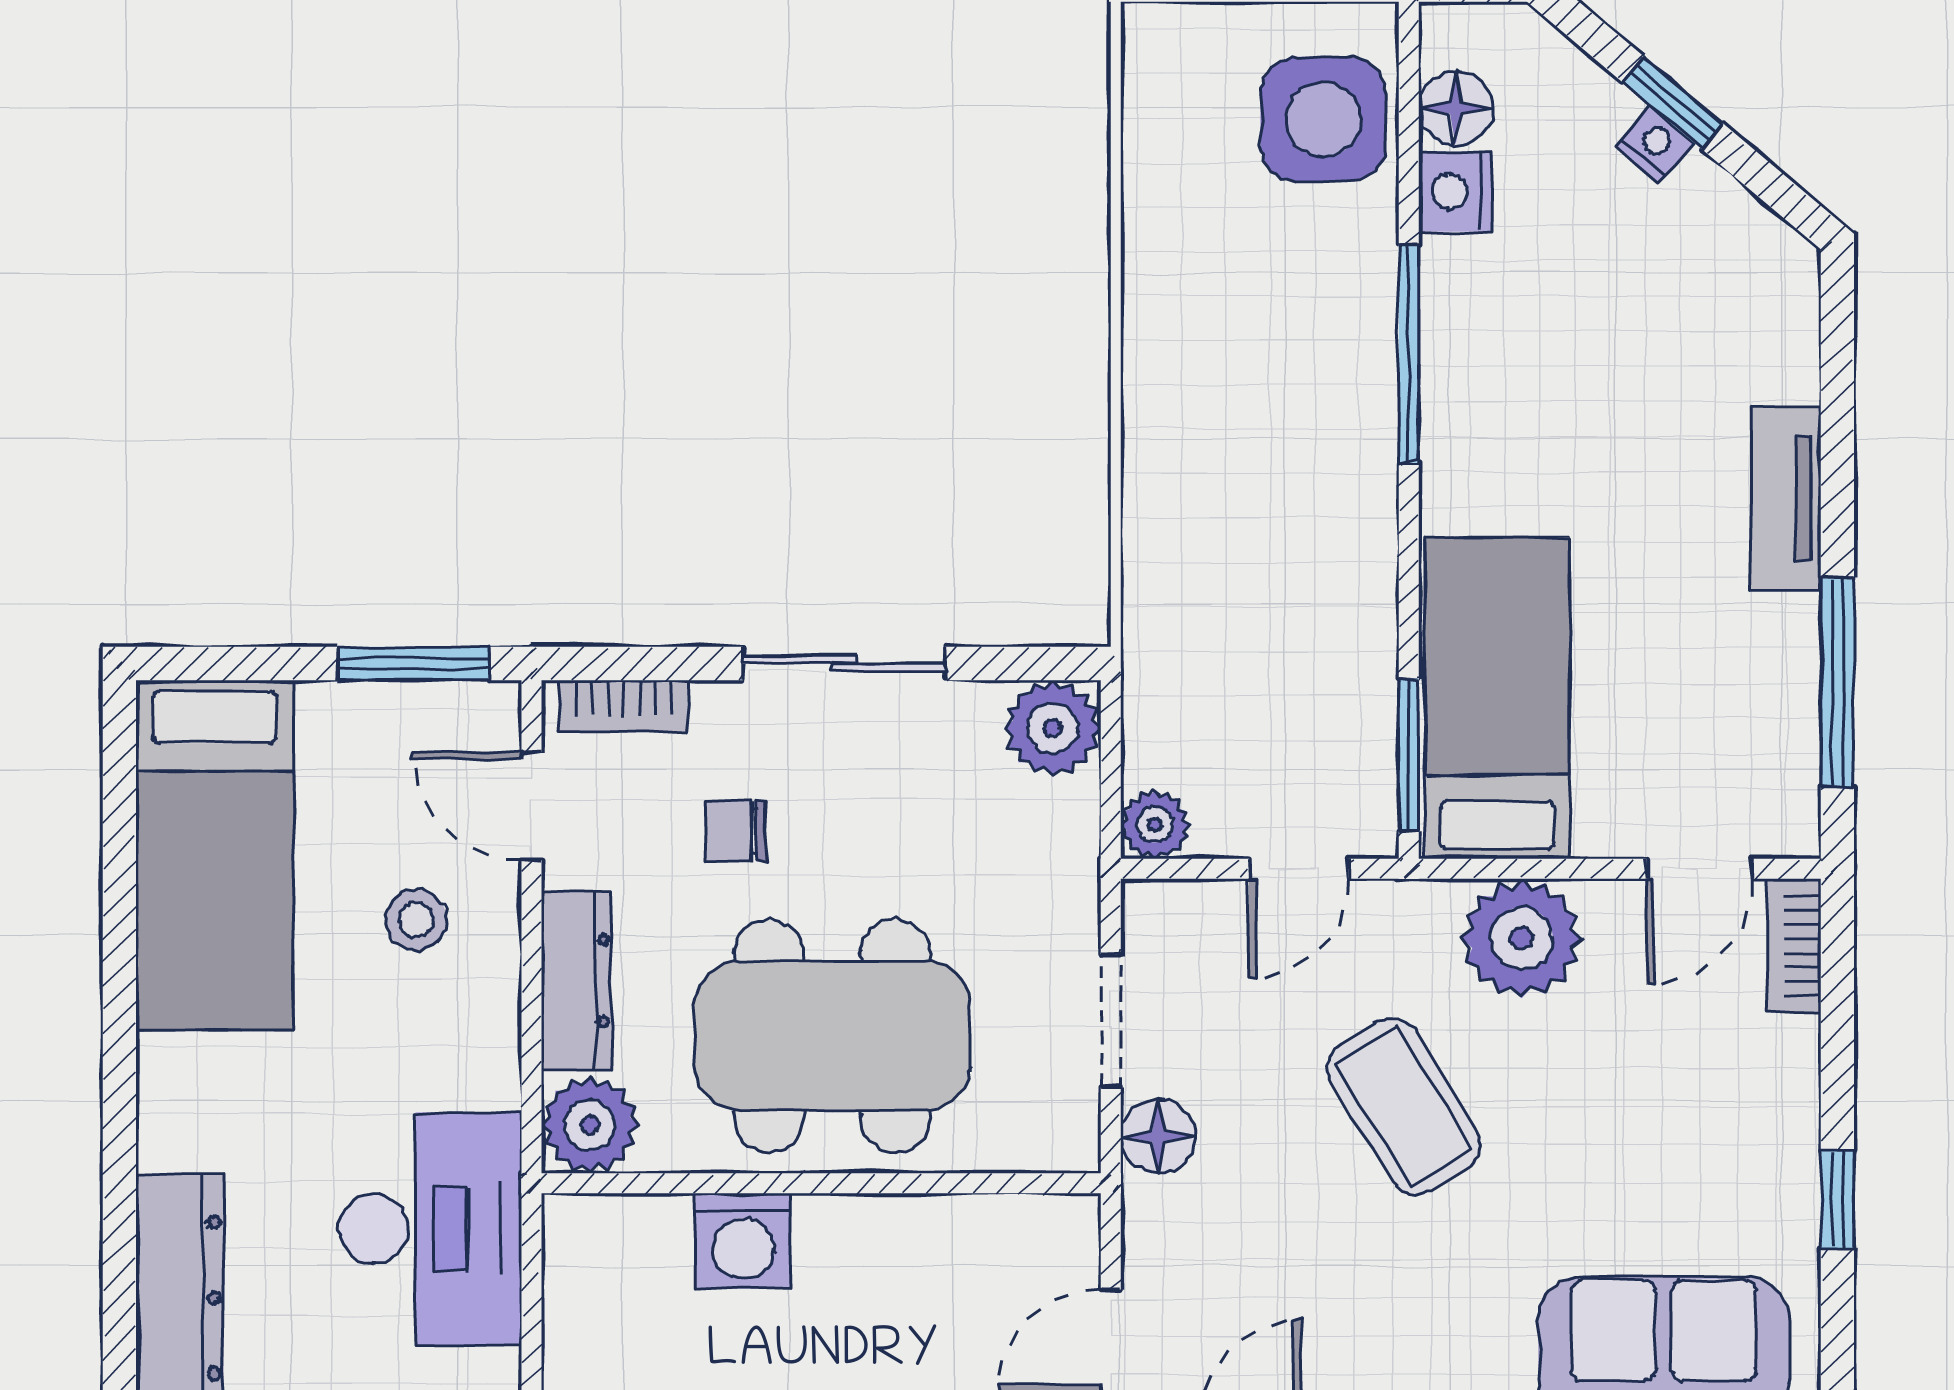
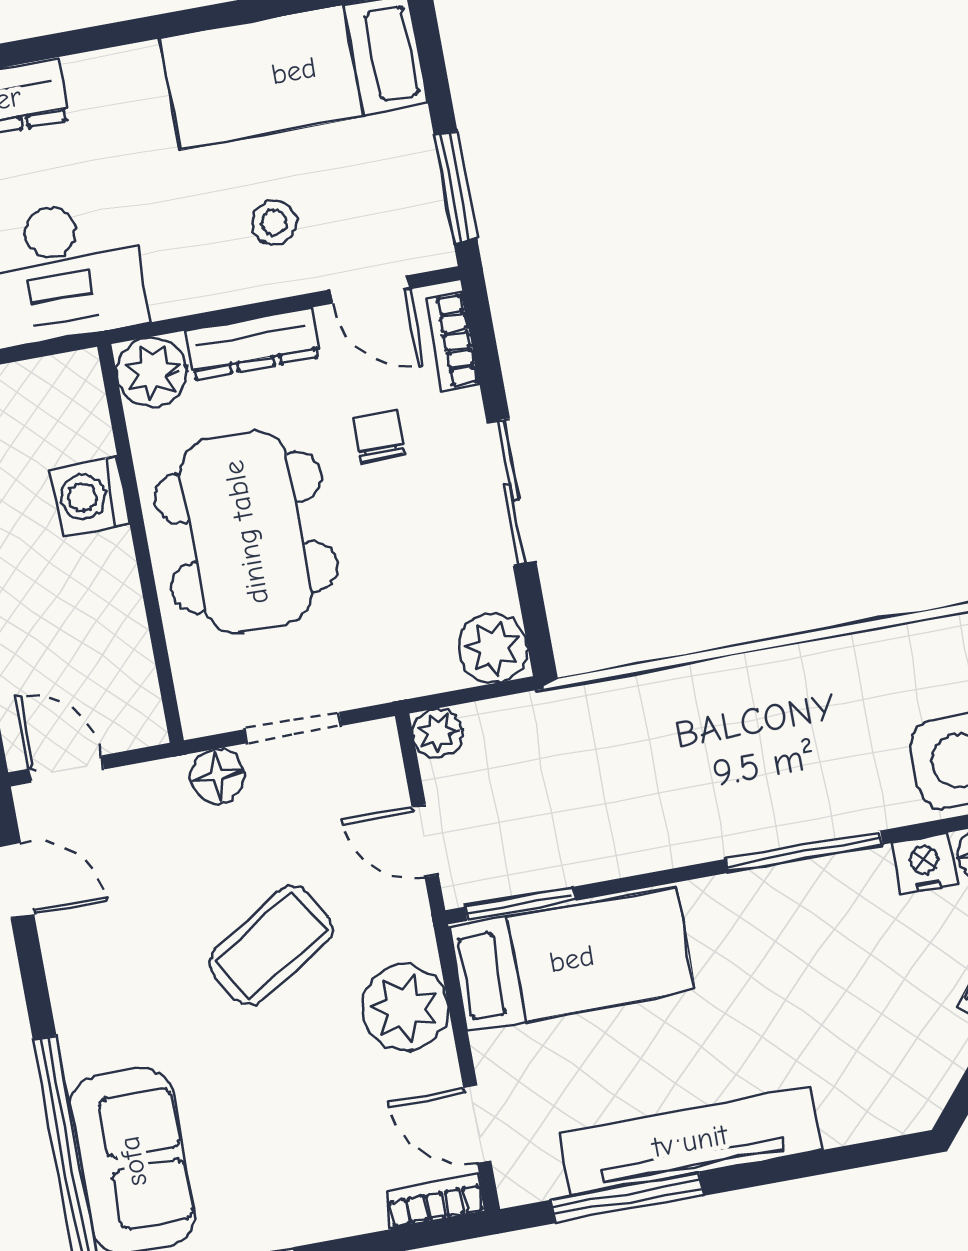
tv unit: (1786, 498) -> (690, 1141), width x1.92, depth x1.29
door: (532, 806) -> (370, 289), swing flipped

